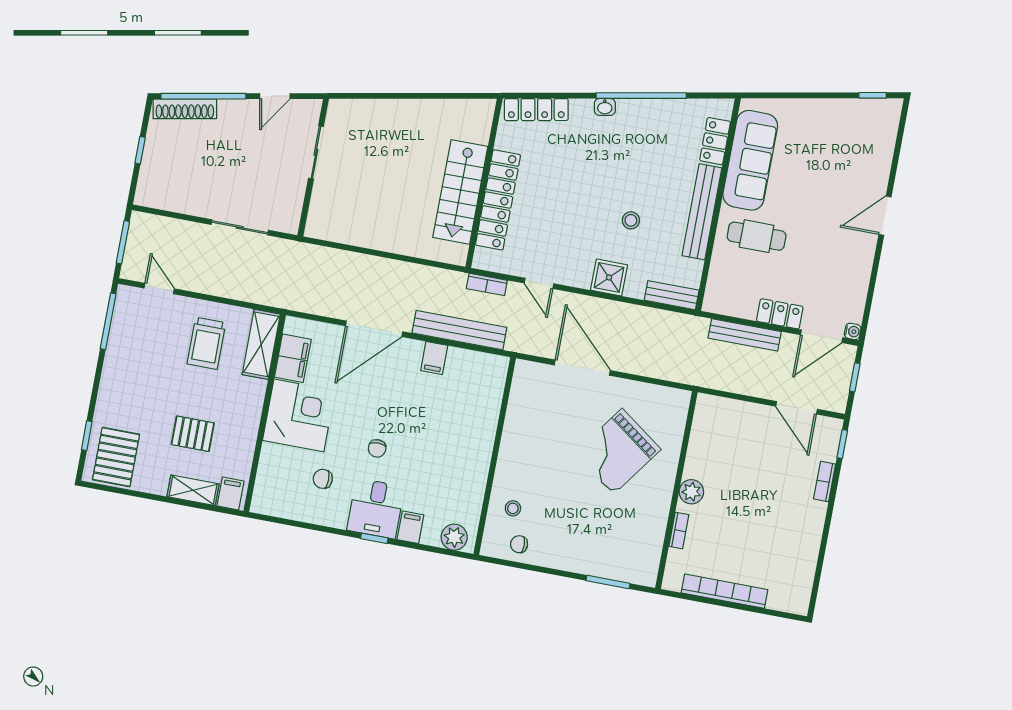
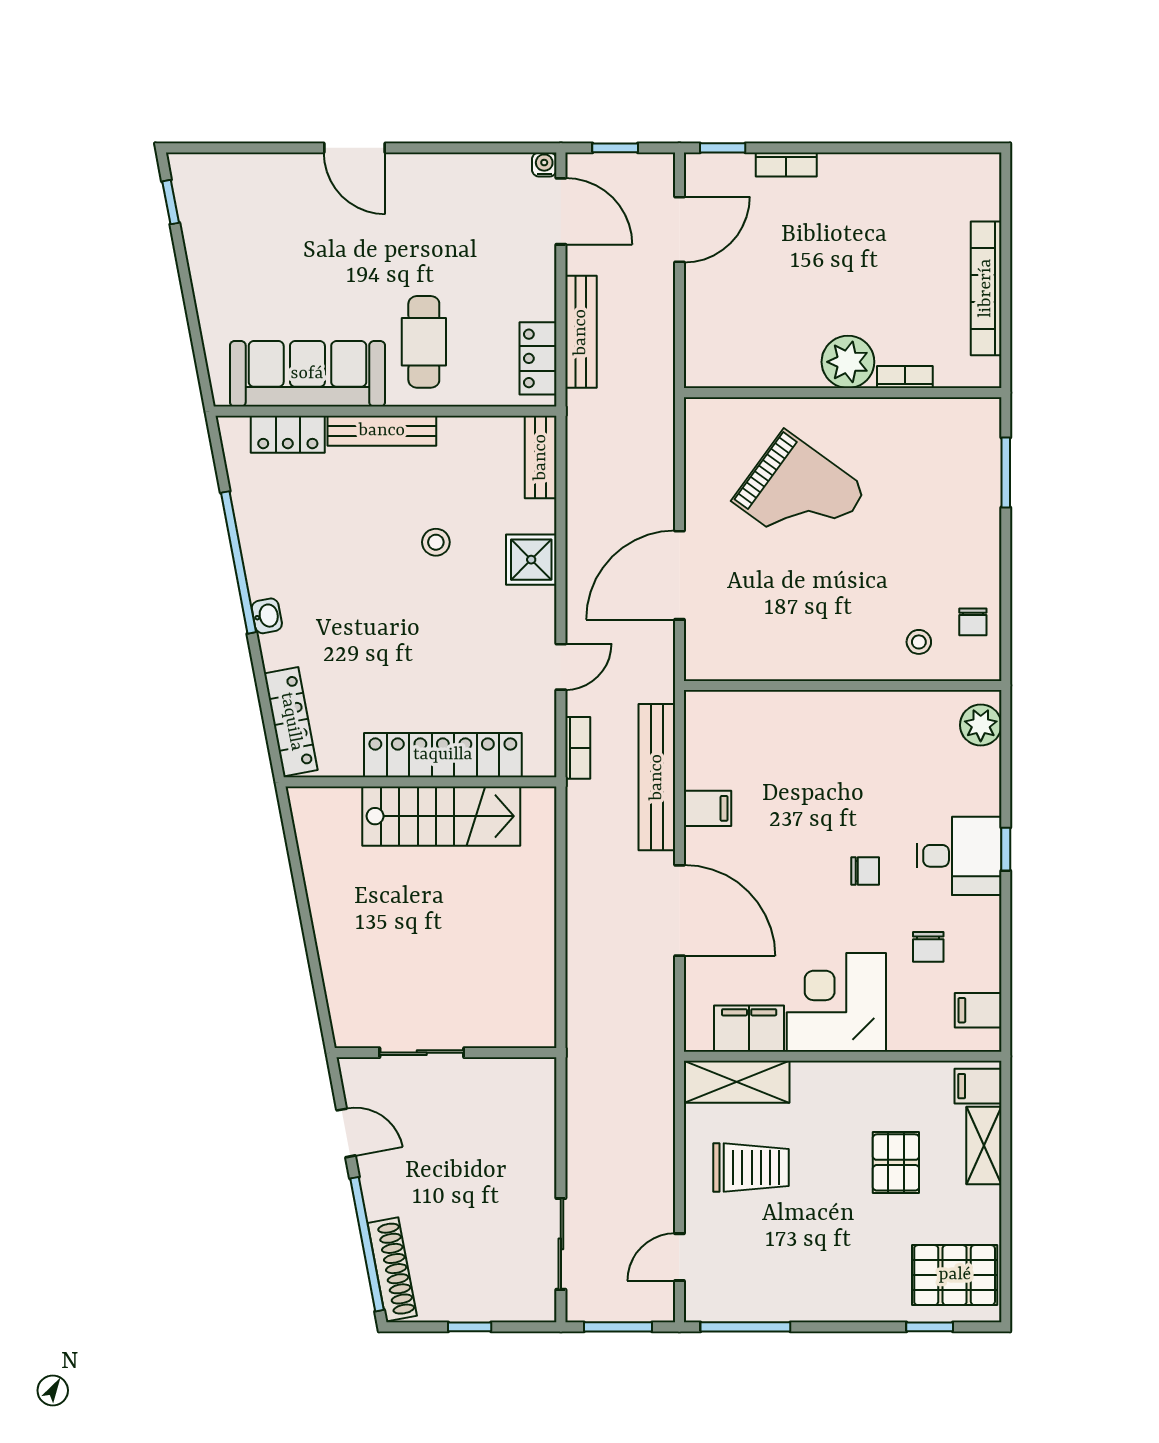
bench: (702, 212) -> (382, 431), width x0.73, depth x0.82
sliding door: (240, 227) -> (561, 1244), moved
locker: (780, 314) -> (538, 358), moved
plant: (691, 492) -> (848, 362), width x1.36, depth x1.36
filing cabinet: (410, 527) -> (978, 1010), moved

